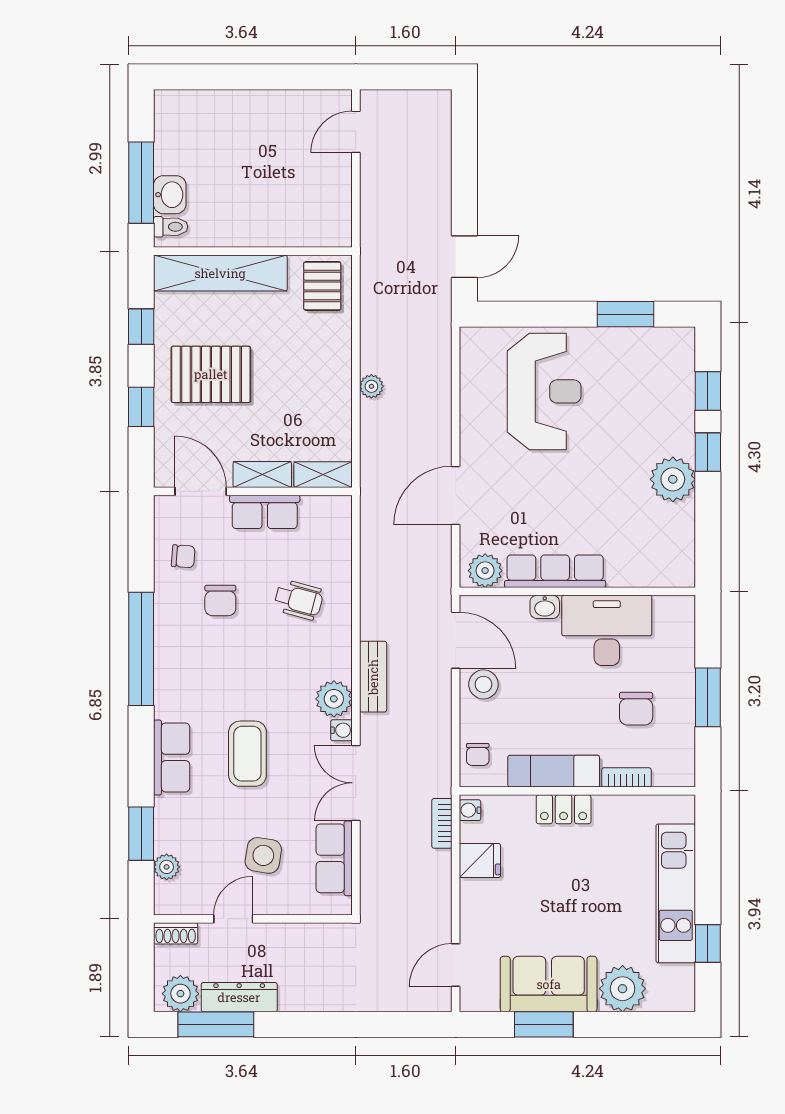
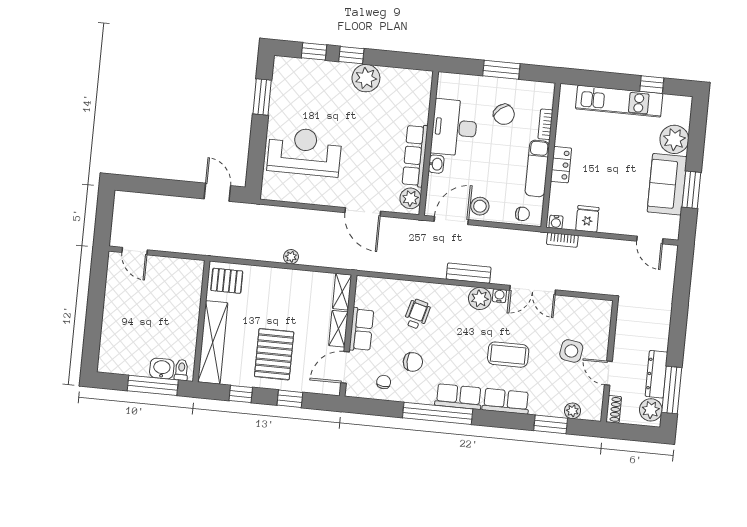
chair: (636, 709) -> (504, 114), turned 51
row of seats: (334, 858) -> (458, 397), moved, turned 180

